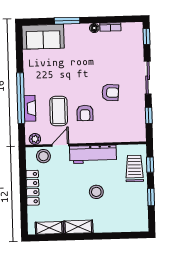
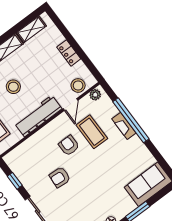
fireplace: (30, 108) -> (124, 126), moved
locker: (33, 188) -> (69, 53), width x0.66

